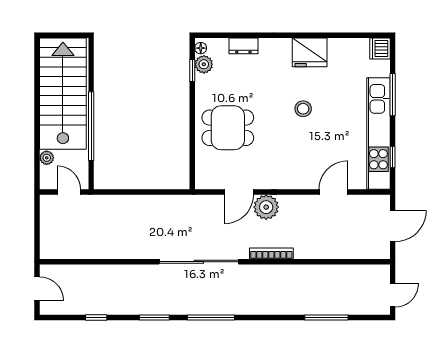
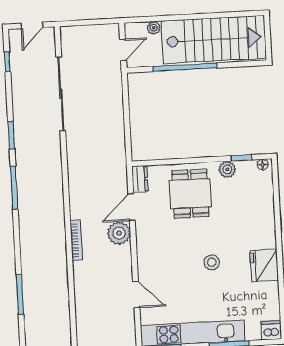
dresser: (243, 46) -> (140, 179), moved, turned 180
plant: (204, 64) -> (227, 169), moved
door: (239, 192) -> (132, 207), hinge flipped
sliding door: (199, 262) -> (61, 94), moved
window: (96, 317) -> (7, 62), moved

